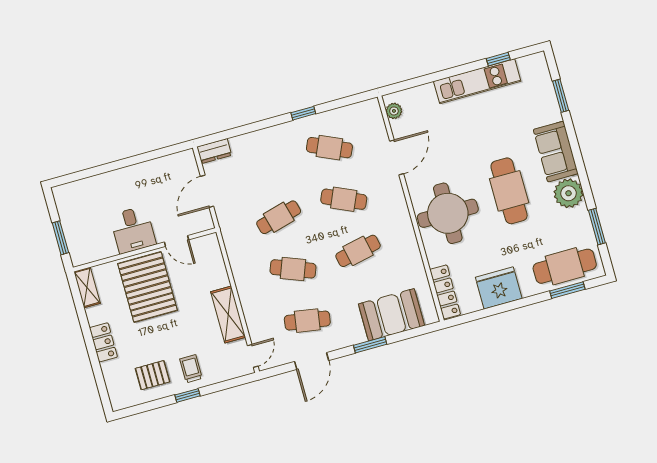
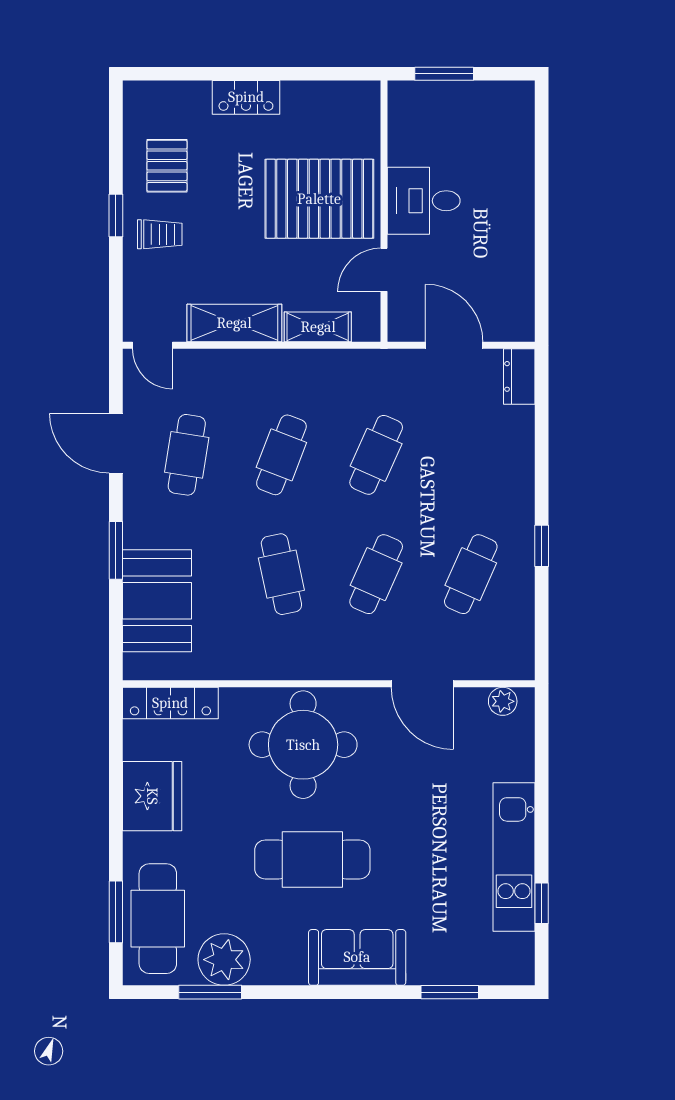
plant: (568, 193) -> (224, 960), moved
cafe table: (279, 217) -> (376, 455), turned 39
shelving: (87, 287) -> (318, 327), moved

